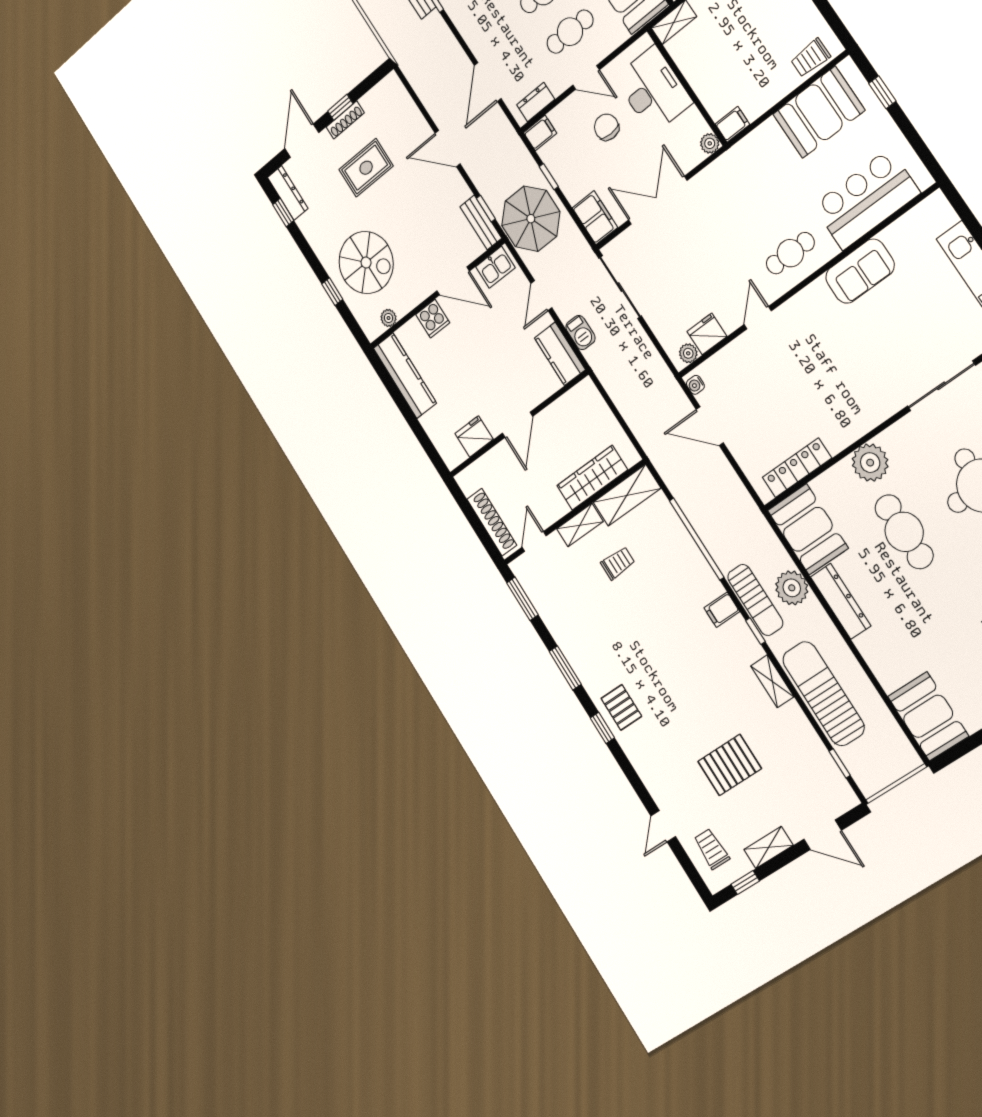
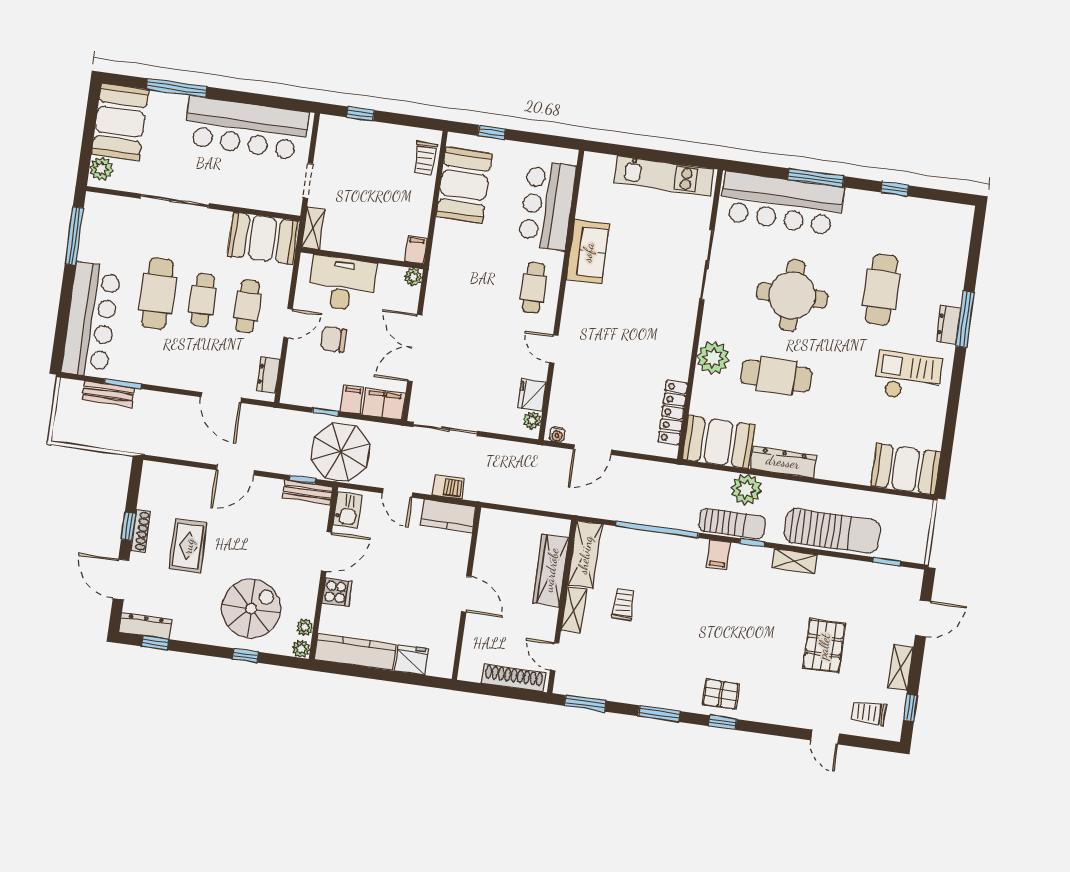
filing cabinet: (540, 133) -> (352, 399), moved
plant: (372, 330) -> (301, 649), added
fridge: (474, 436) -> (411, 660), moved, turned 90
sun lounger: (823, 694) -> (832, 531), turned 180

